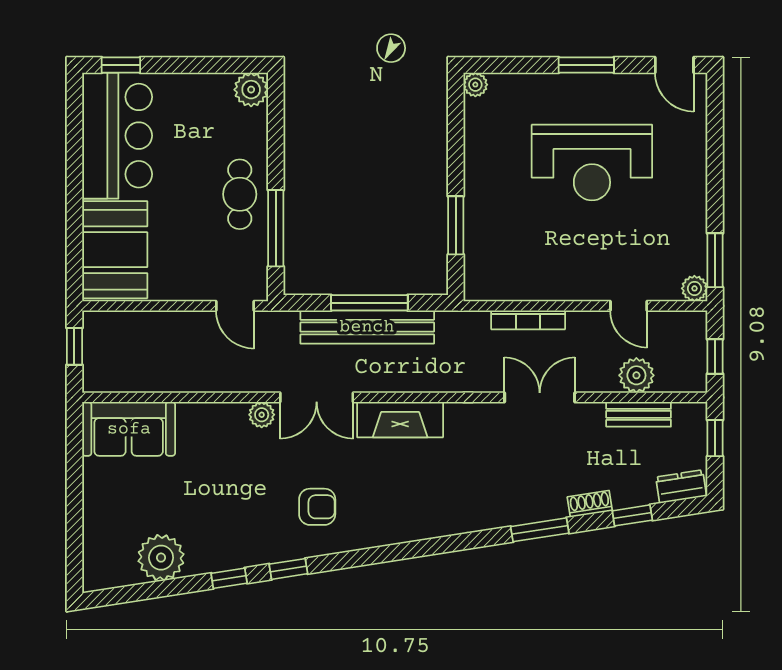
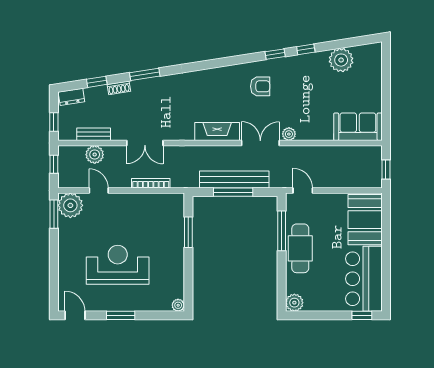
cafe table: (240, 194) -> (300, 248), width x1.37, depth x1.35
plant: (694, 288) -> (70, 205), width x1.87, depth x1.87
armchair: (317, 507) -> (260, 86), turned 180

